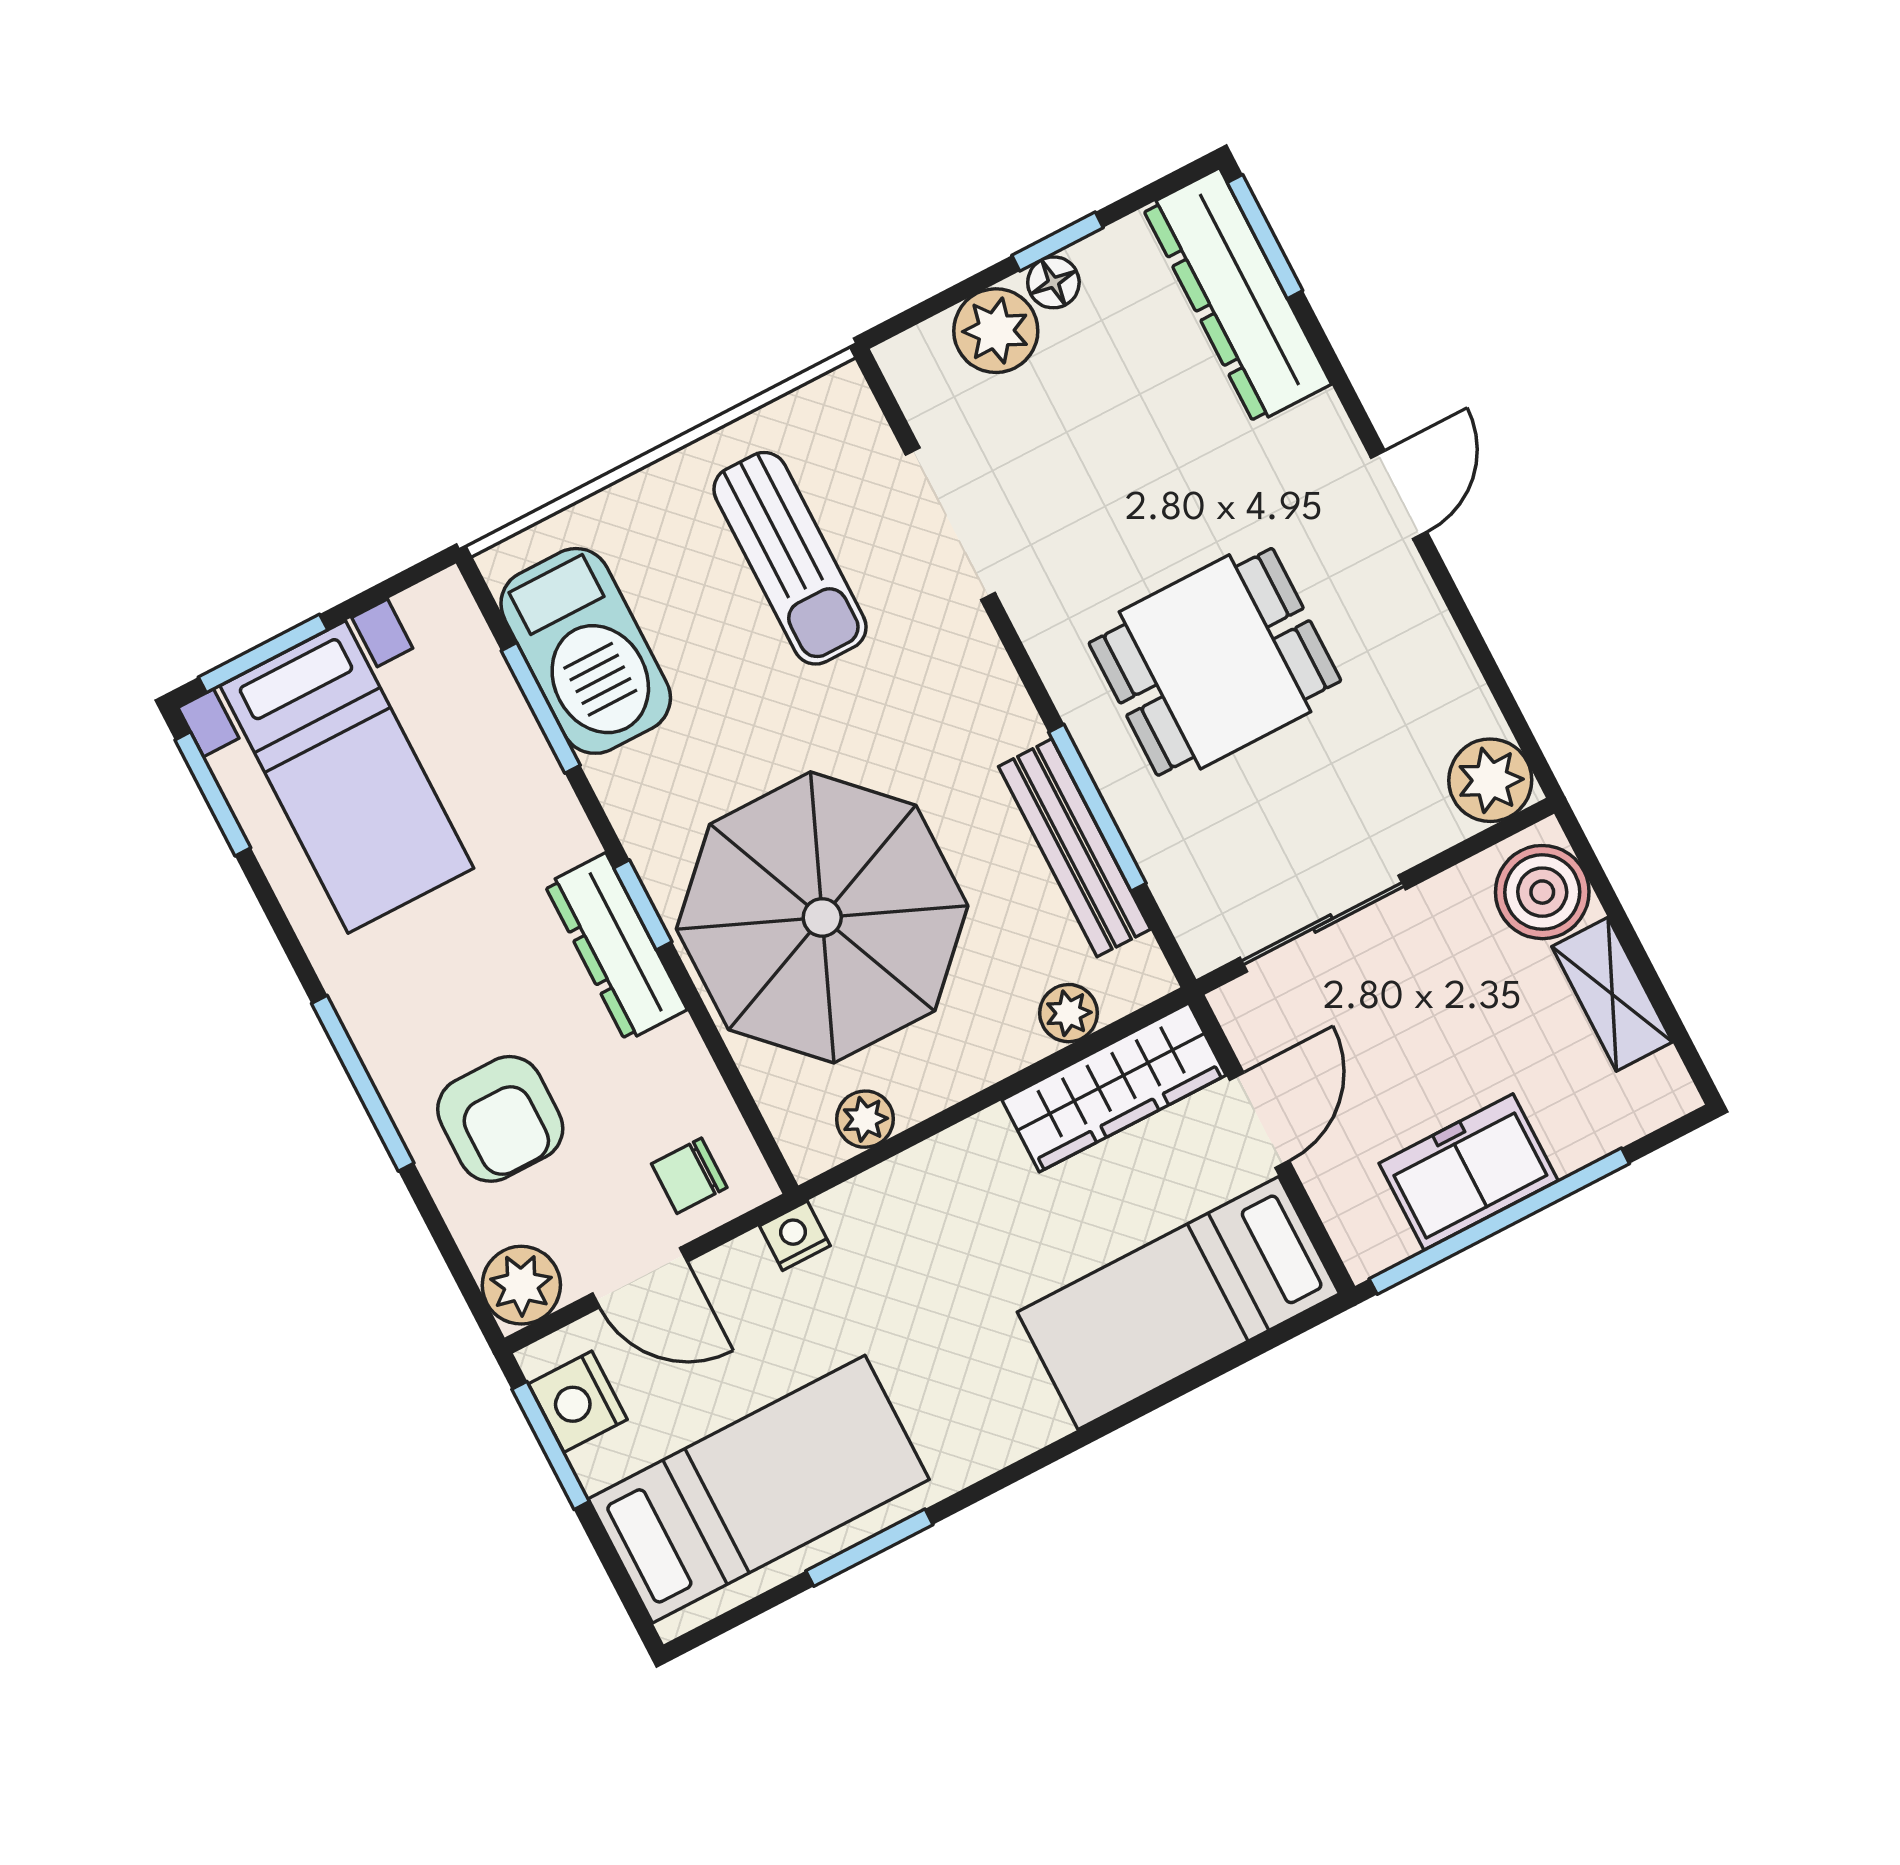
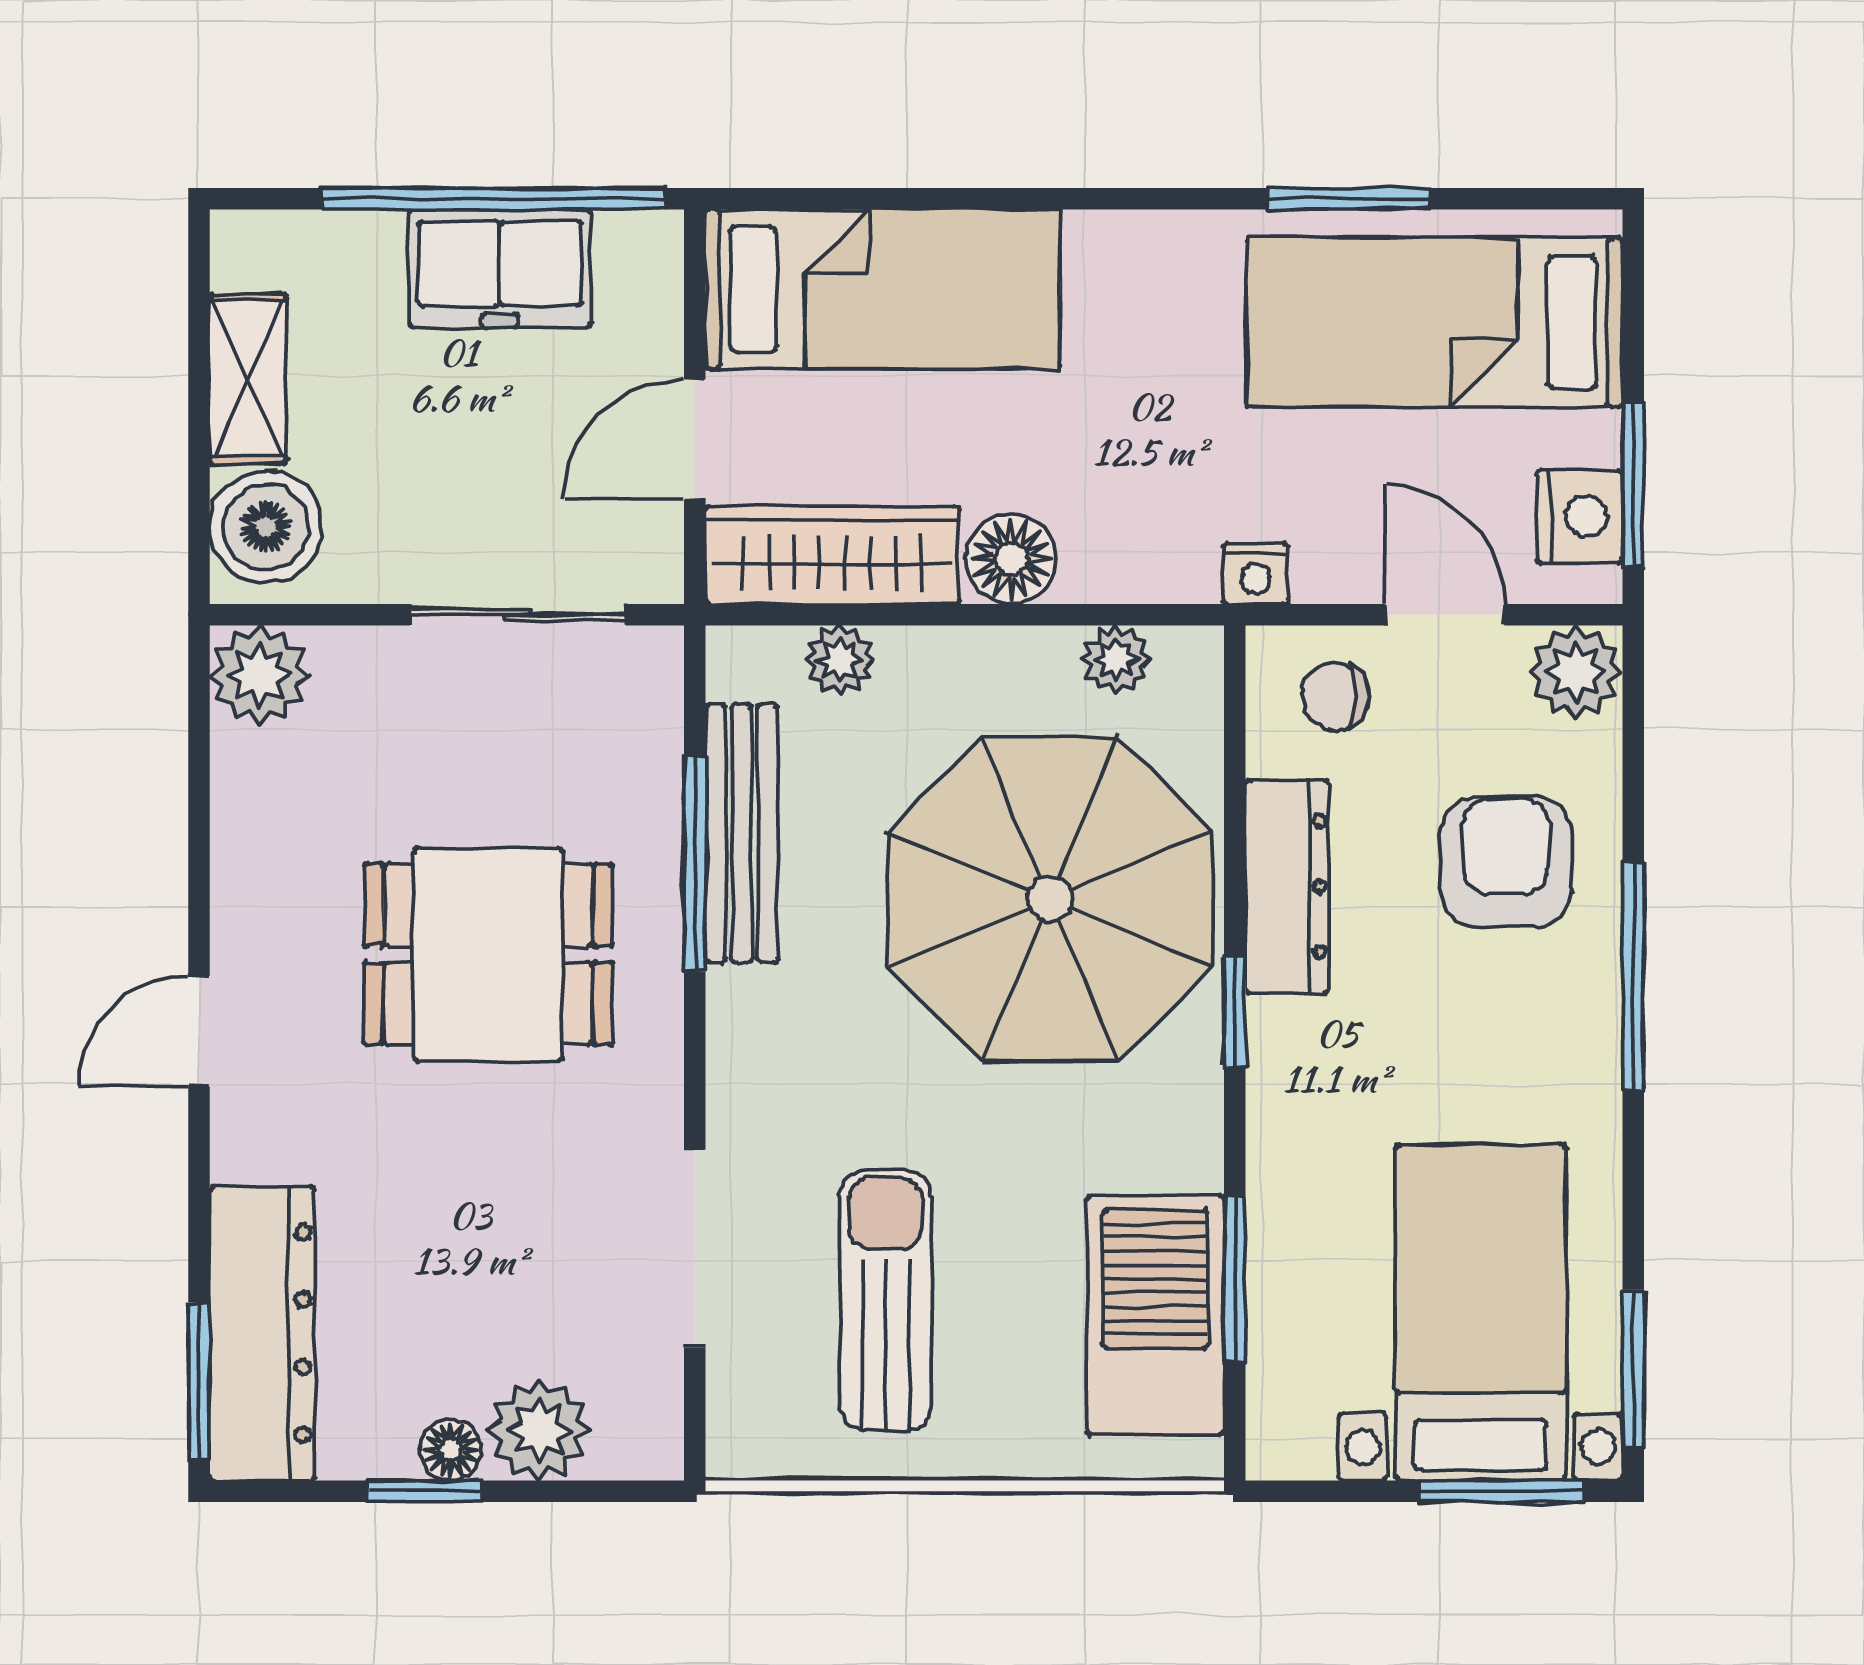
dresser: (616, 947) -> (1287, 886), moved
floor lamp: (981, 1153) -> (1011, 559), added
chair: (689, 1176) -> (1335, 696), turned 180

